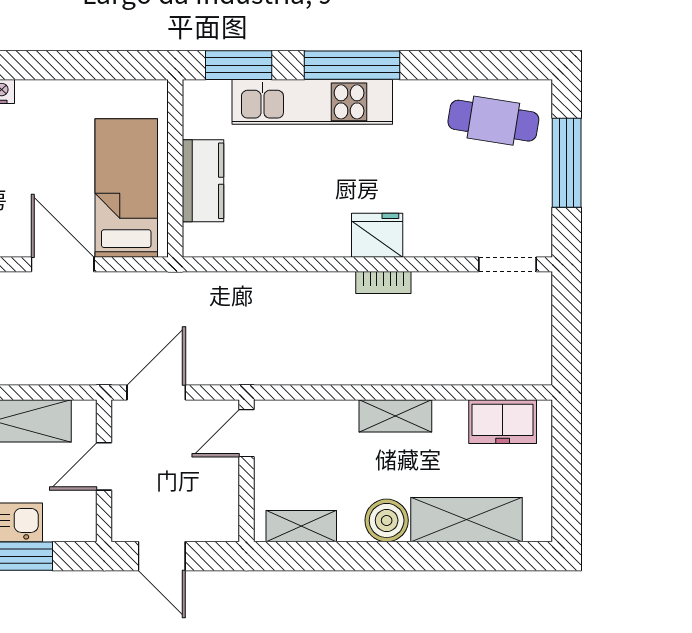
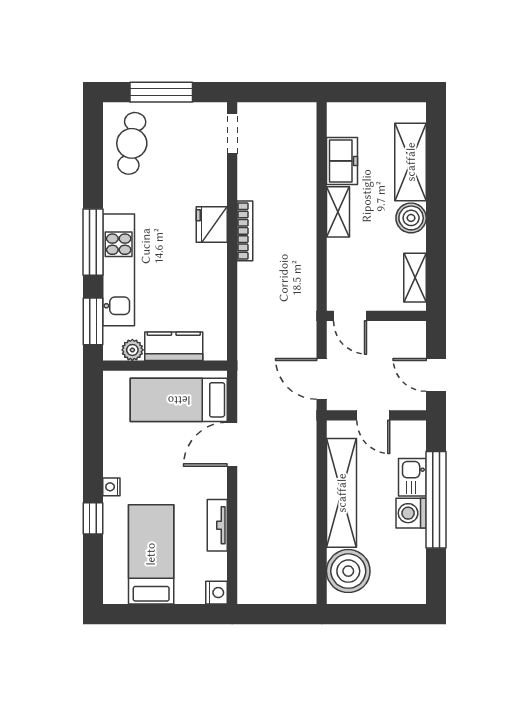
plant: (198, 122) -> (132, 350), added
bookcase: (383, 283) -> (245, 231), width x1.56
freezer: (503, 422) -> (342, 161), moved
door: (162, 556) -> (436, 375), swing flipped

